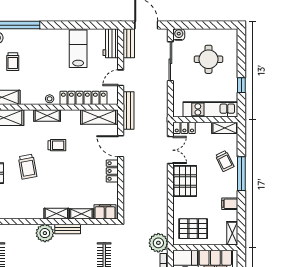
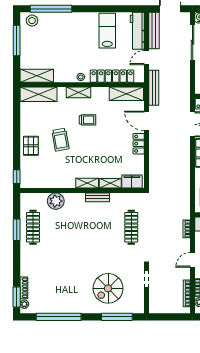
workbench: (111, 43) -> (137, 31), width x1.38
bench: (129, 43) -> (154, 31), width x1.36
trolley: (13, 62) -> (47, 43), removed
plant: (45, 233) -> (56, 201), moved
plant: (158, 243) -> (181, 210), removed

